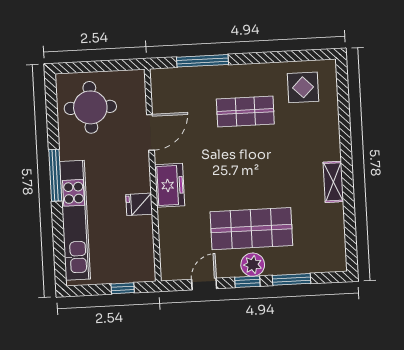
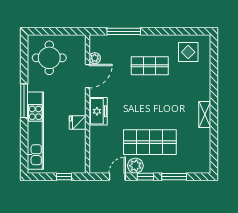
plant: (160, 104) -> (95, 58), added
plant: (253, 265) -> (135, 166), moved

